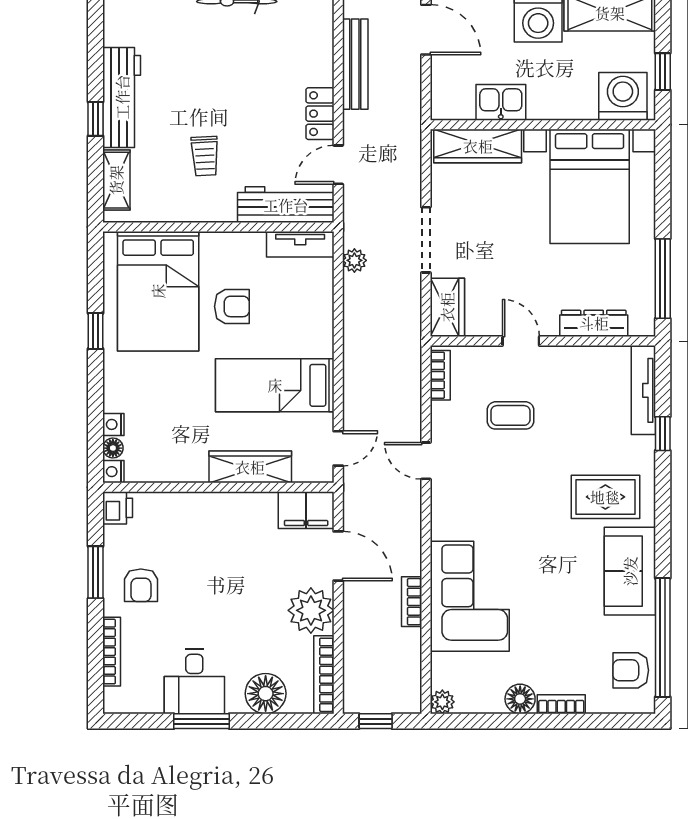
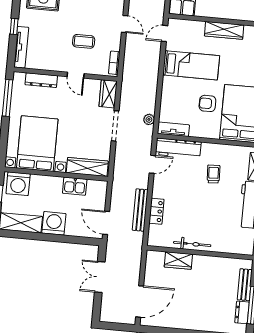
locker: (320, 114) -> (156, 211), moved
wardrobe: (250, 467) -> (224, 30), moved

